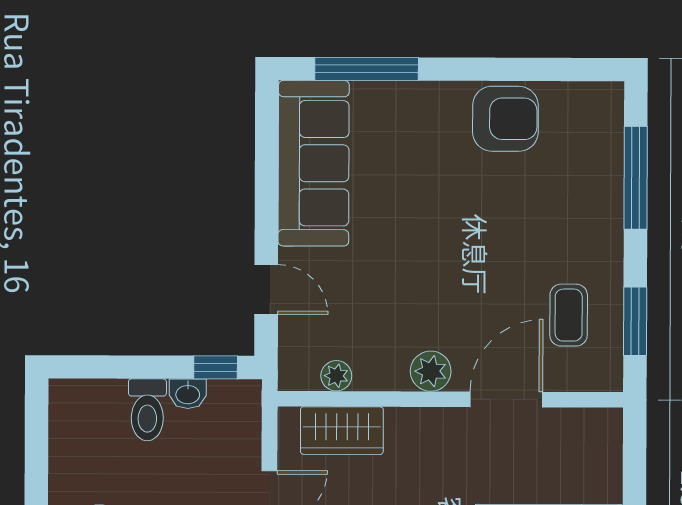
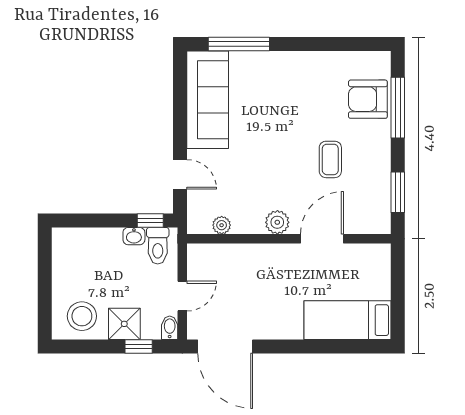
armchair: (505, 119) -> (368, 99), moved, turned 180
coffee table: (569, 315) -> (330, 159), moved
toilet: (147, 410) -> (158, 246), moved
wardrobe: (342, 431) -> (225, 257), removed

